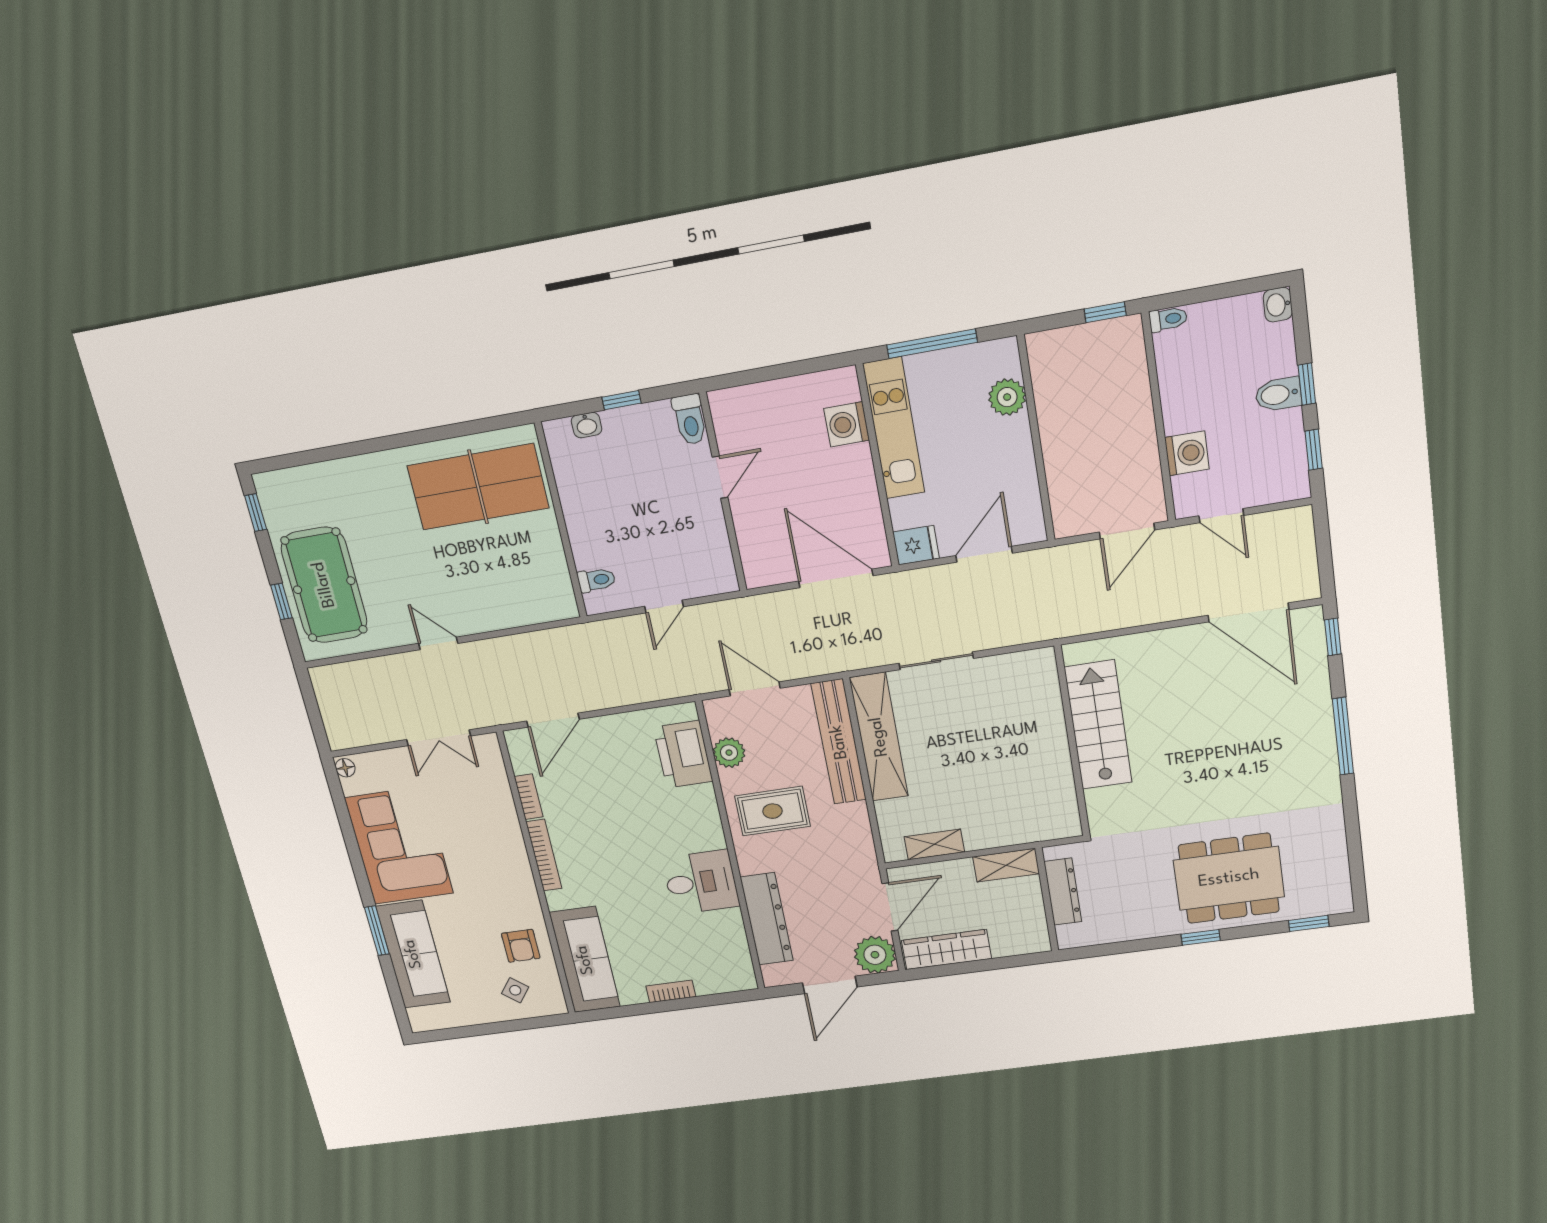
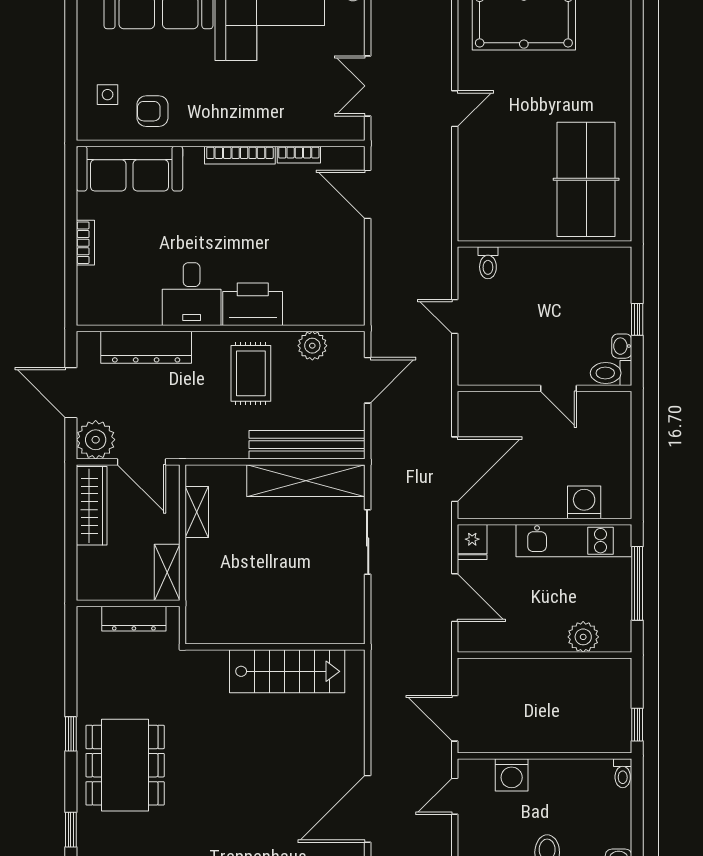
washbasin: (587, 425) -> (622, 346), moved
printer: (683, 754) -> (253, 304), moved
side table: (515, 990) -> (108, 95), turned -38

